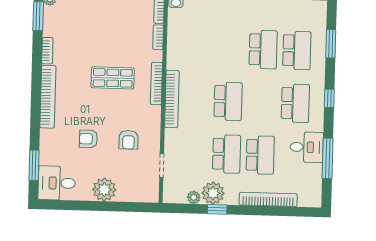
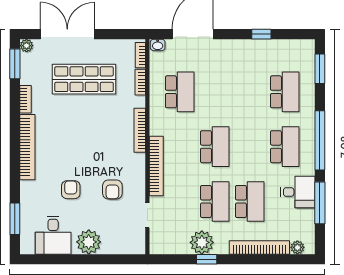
window: (331, 44) -> (320, 69), moved
school desk: (263, 50) -> (180, 92), moved
shop shelf: (113, 78) -> (84, 79), moved, width x1.43, depth x1.36
window: (329, 98) -> (320, 140), width x3.17
bookcase: (172, 99) -> (156, 166), moved
armchair: (88, 139) -> (71, 190), turned 90
desk: (57, 183) -> (53, 235), moved, turned -90
plant: (194, 197) -> (297, 247), moved

